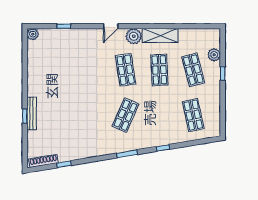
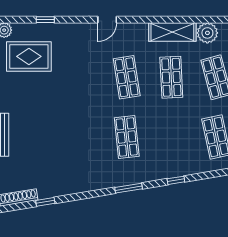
plant: (134, 36) -> (207, 33), moved
rug: (51, 54) -> (29, 56), added
shop shelf: (126, 115) -> (127, 137), turned -30

